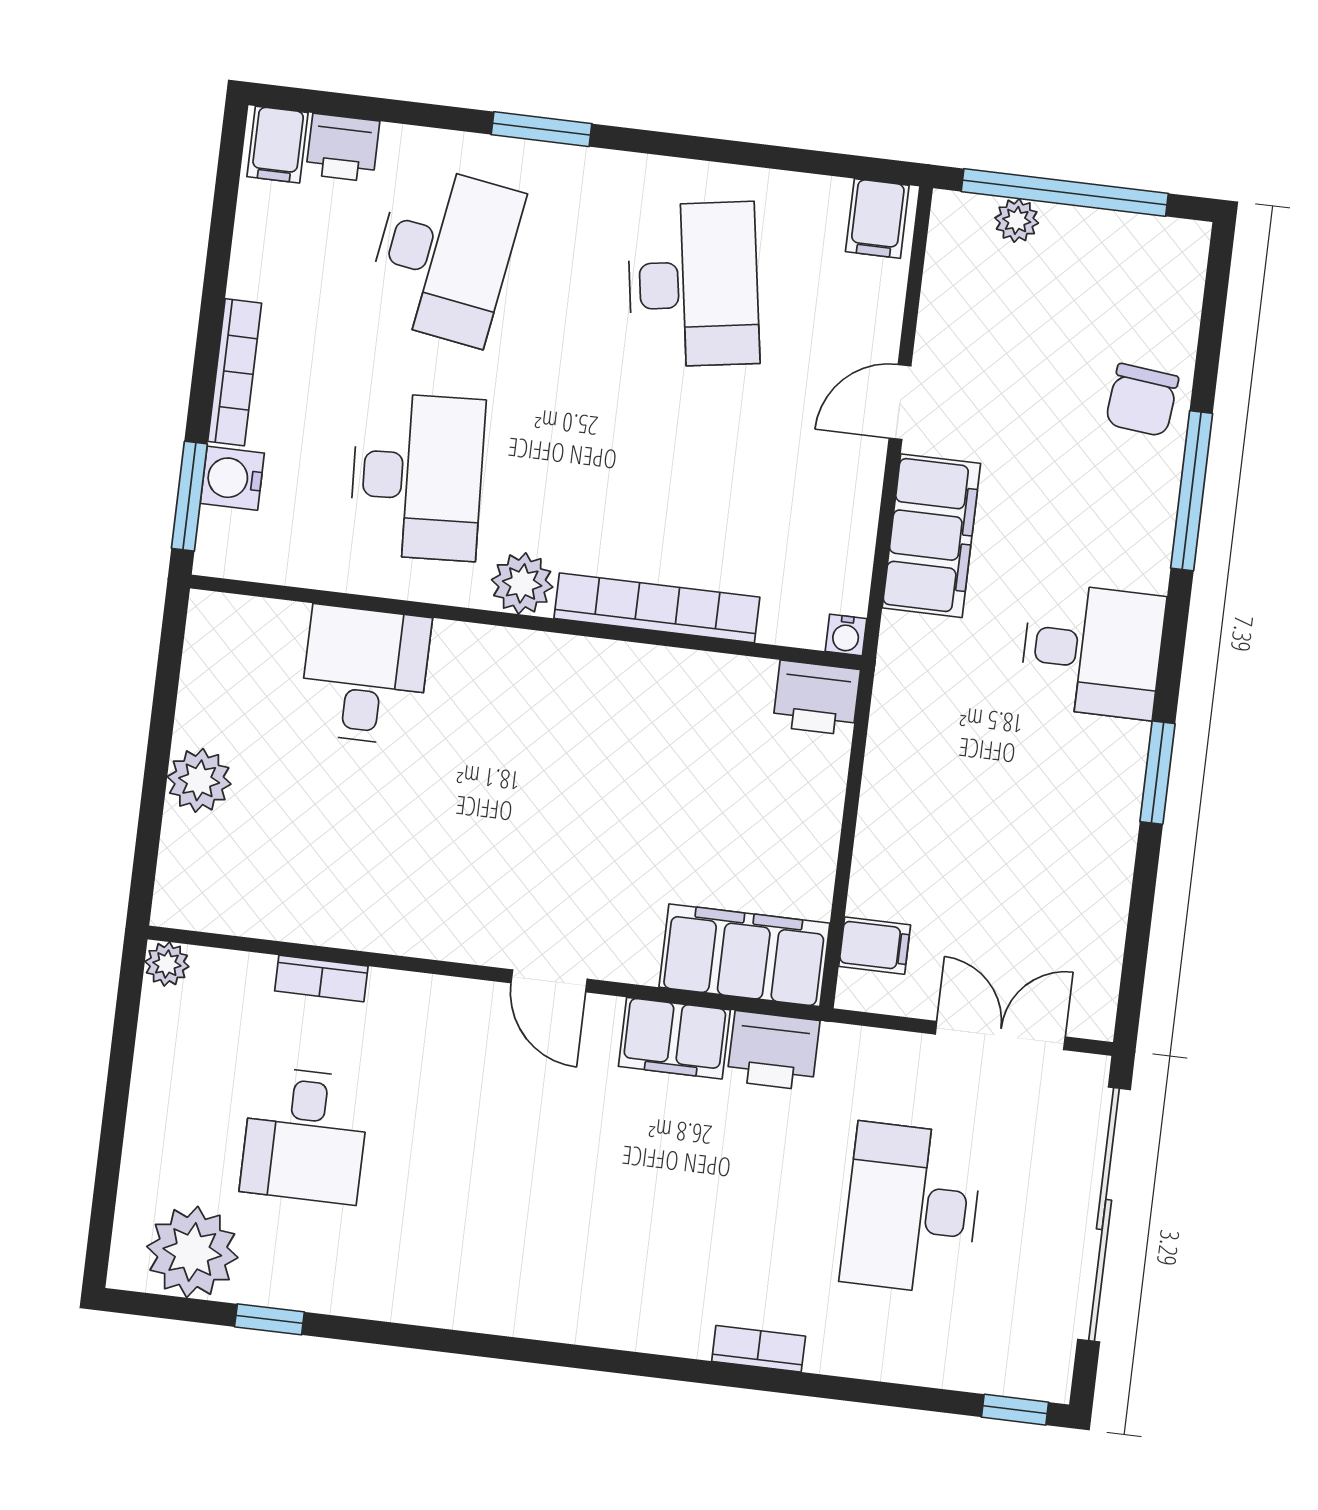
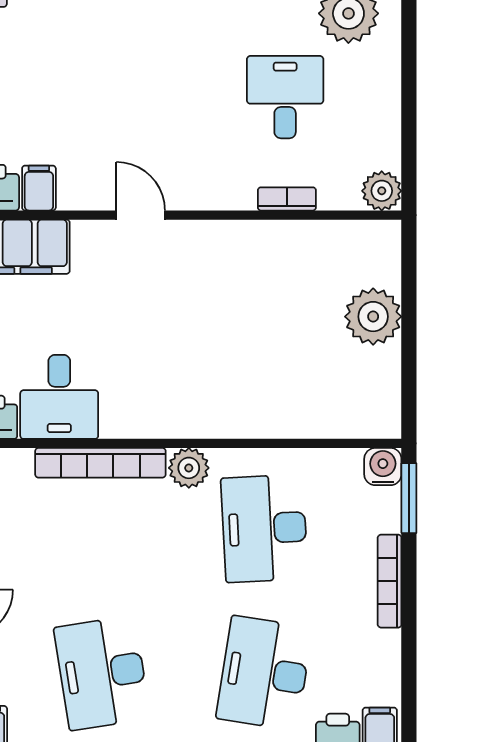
water cooler: (232, 478) -> (383, 467), moved, turned -90
desk: (365, 675) -> (59, 397), moved
plant: (199, 780) -> (373, 317), width x1.36, depth x1.36
plant: (167, 964) -> (382, 191), width x1.38, depth x1.38
filing cabinet: (674, 1038) -> (39, 188), width x0.50

